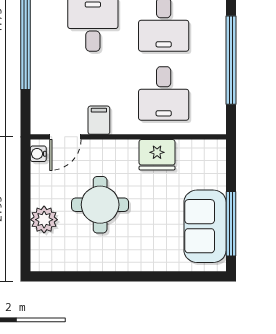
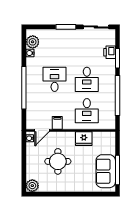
plant: (44, 220) -> (32, 186), moved

